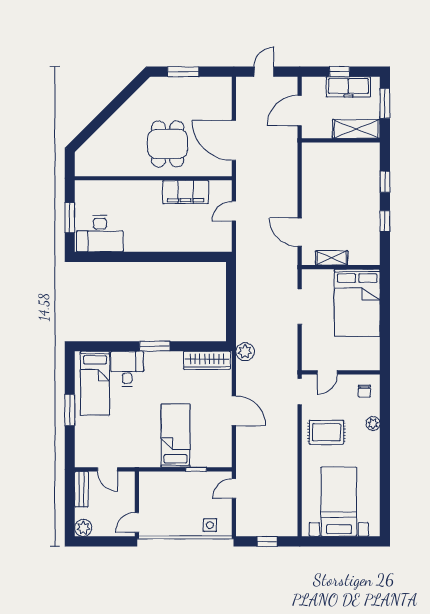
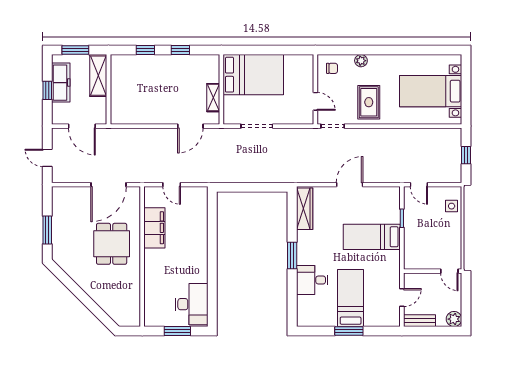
dining table: (168, 144) -> (112, 244), turned 90
plant: (245, 352) -> (297, 175), removed
bed: (95, 383) -> (351, 298), moved, turned -90

